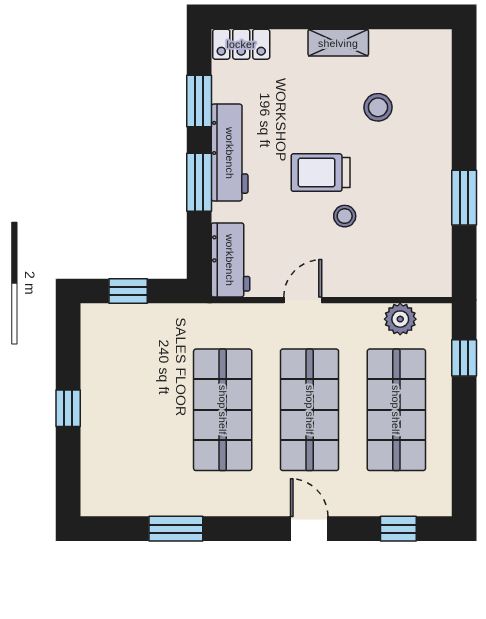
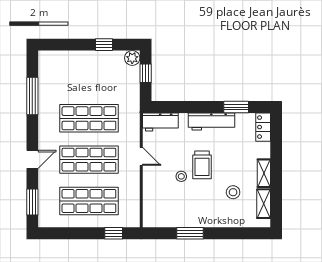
shelving: (402, 43) -> (264, 204), added
trolley: (321, 173) -> (202, 165), turned 180
window: (199, 182) -> (197, 107), removed
plant: (400, 319) -> (132, 58), moved
window: (68, 408) -> (104, 45), moved
window: (176, 529) -> (32, 96), width x1.44
window: (398, 529) -> (32, 202), width x1.50

